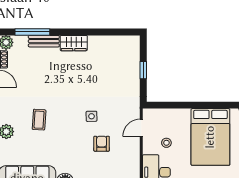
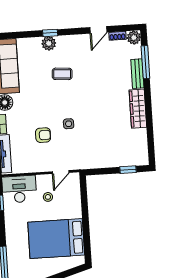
wardrobe: (74, 43) -> (138, 109), width x1.50
window: (143, 70) -> (128, 170), moved
door: (141, 128) -> (61, 172), swing flipped

